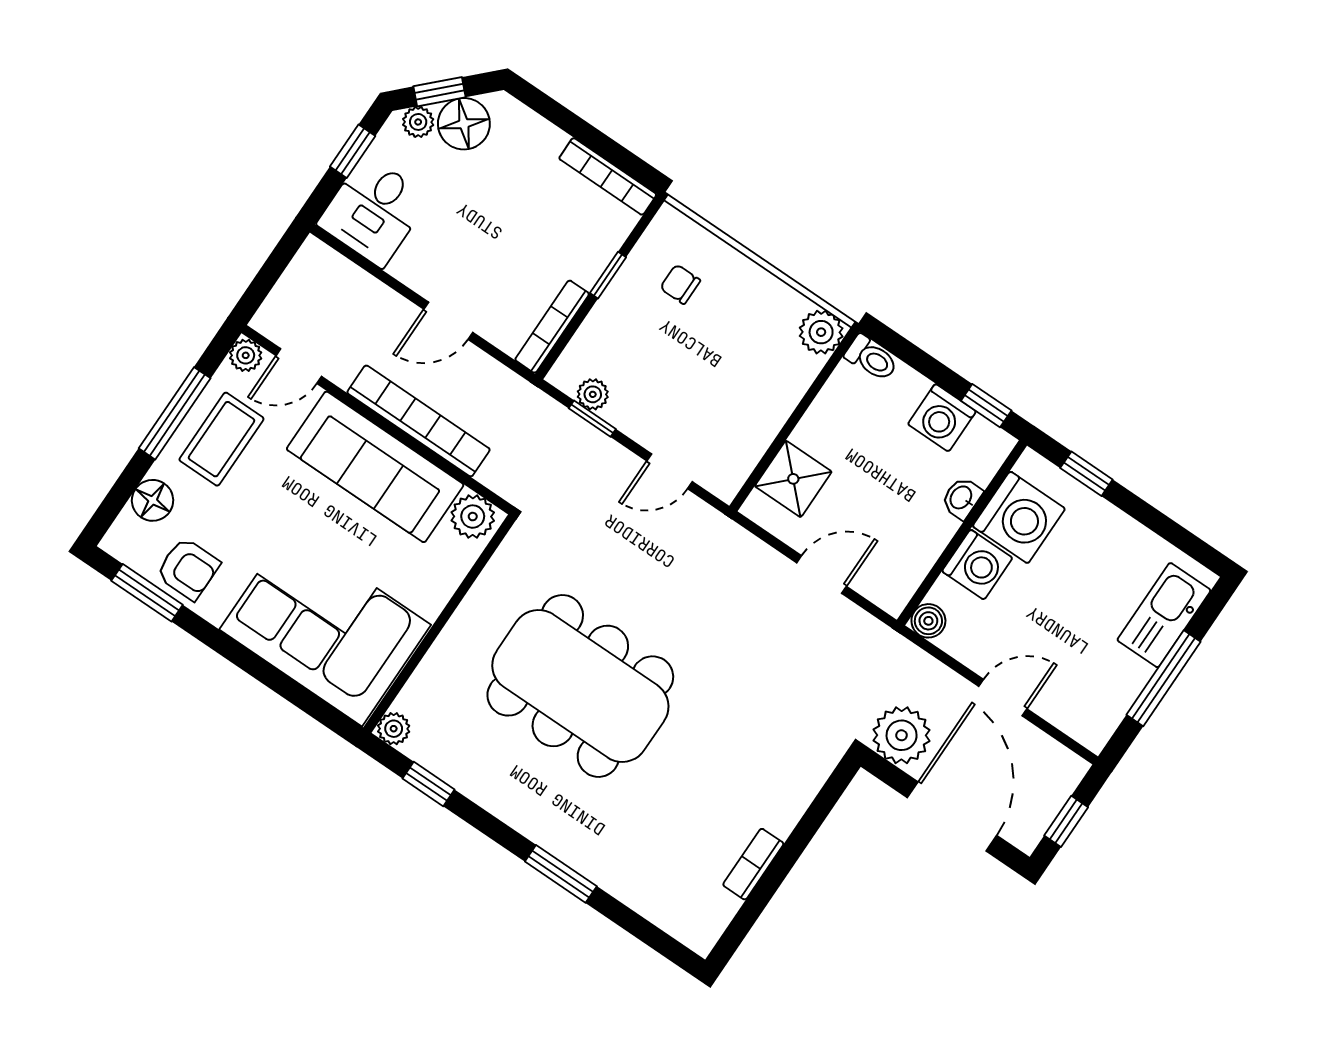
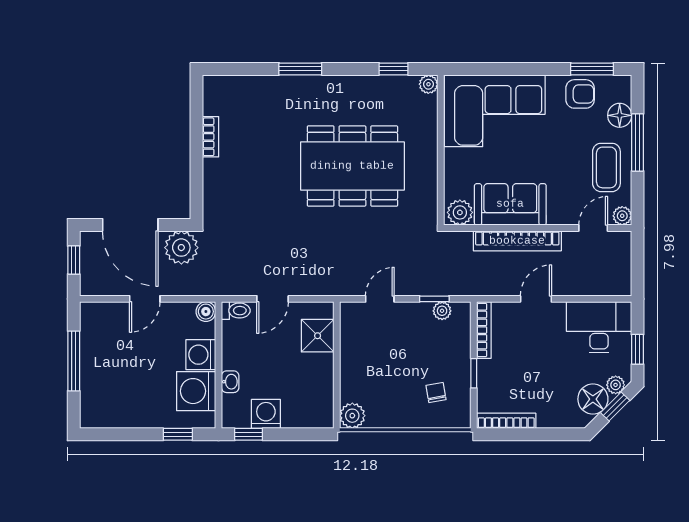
desk: (374, 211) -> (599, 327), width x1.37
chair: (680, 284) -> (436, 393), turned -100
toilet: (871, 358) -> (236, 311), moved, turned 180
window: (175, 413) -> (638, 142), moved
sofa: (375, 467) -> (510, 204), width x0.73
armchair: (188, 569) -> (580, 94), turned 180
kitchen sink: (1164, 615) -> (94, 392), removed

